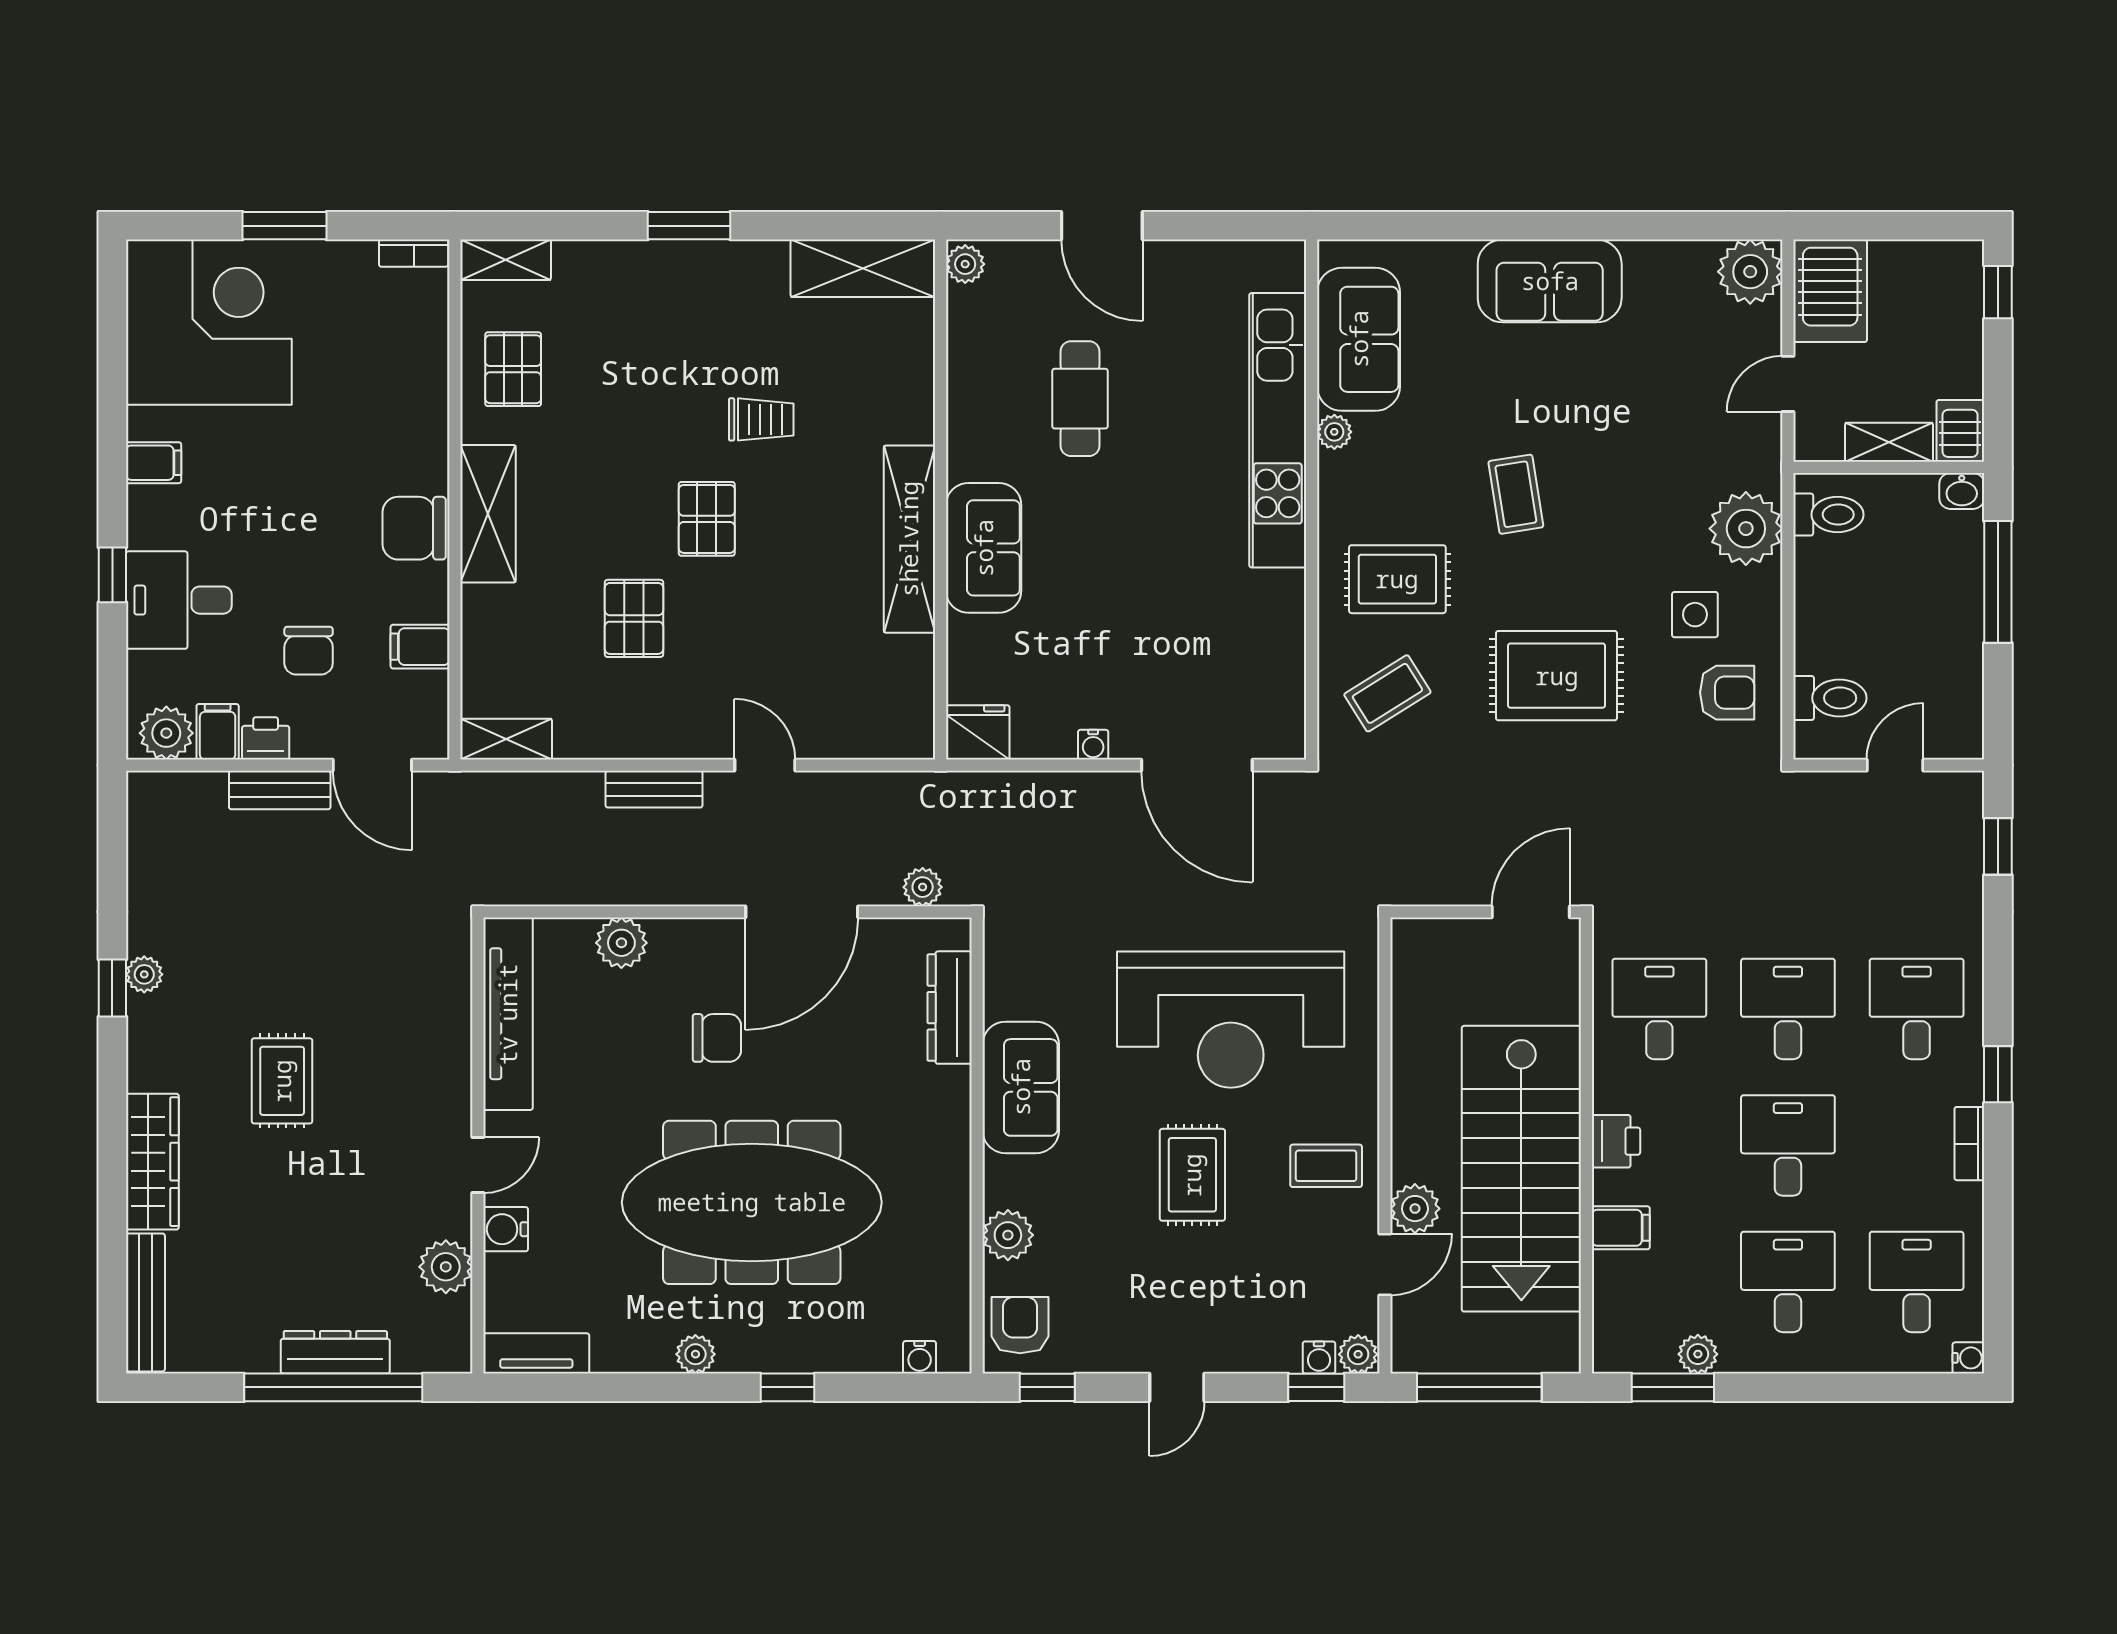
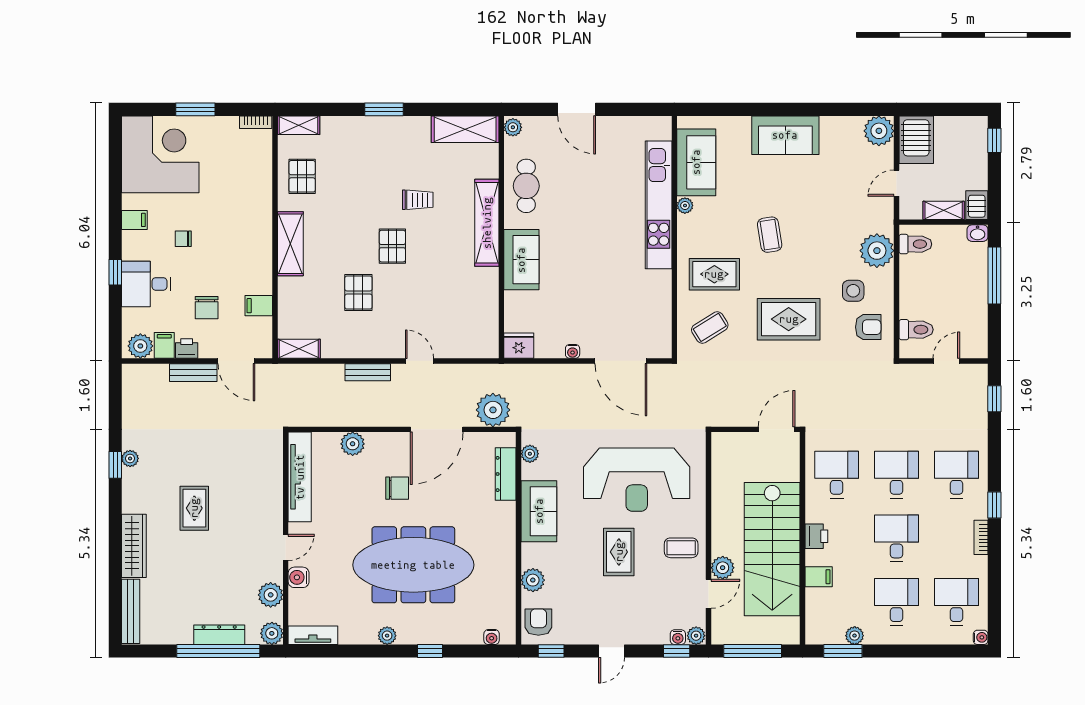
cafe table: (1080, 399) -> (526, 186), moved
chair: (414, 528) -> (183, 239), moved, width x0.54, depth x0.54
shelving: (909, 539) -> (487, 223), moved
plant: (923, 887) -> (493, 410), width x1.88, depth x1.88
plant: (1002, 964) -> (530, 454), added
plant: (448, 1349) -> (272, 633), added

